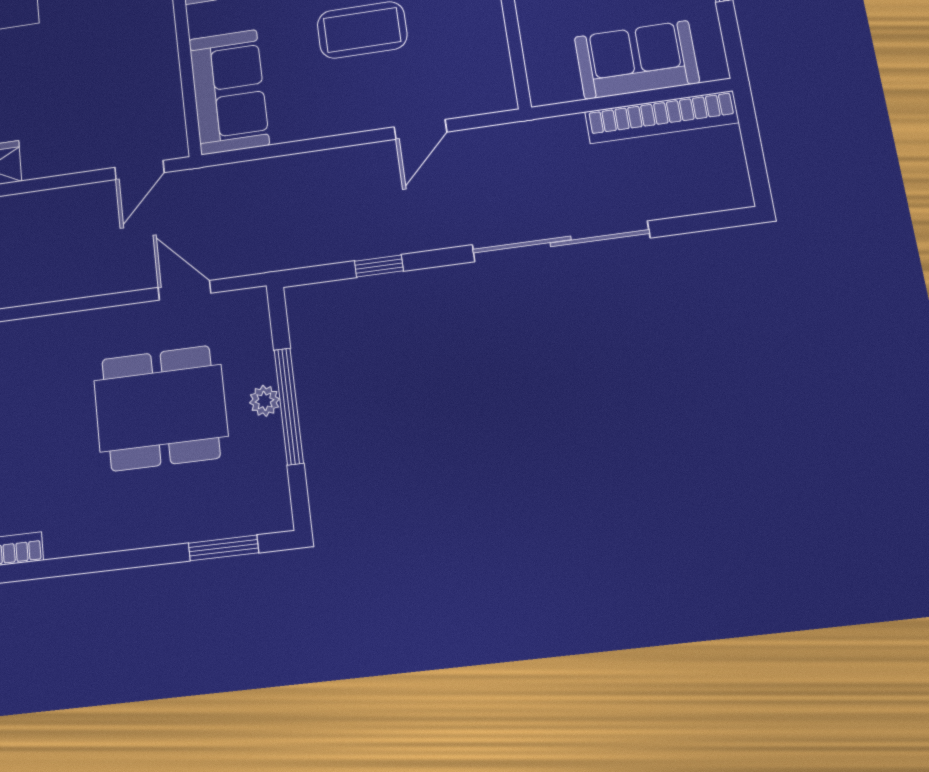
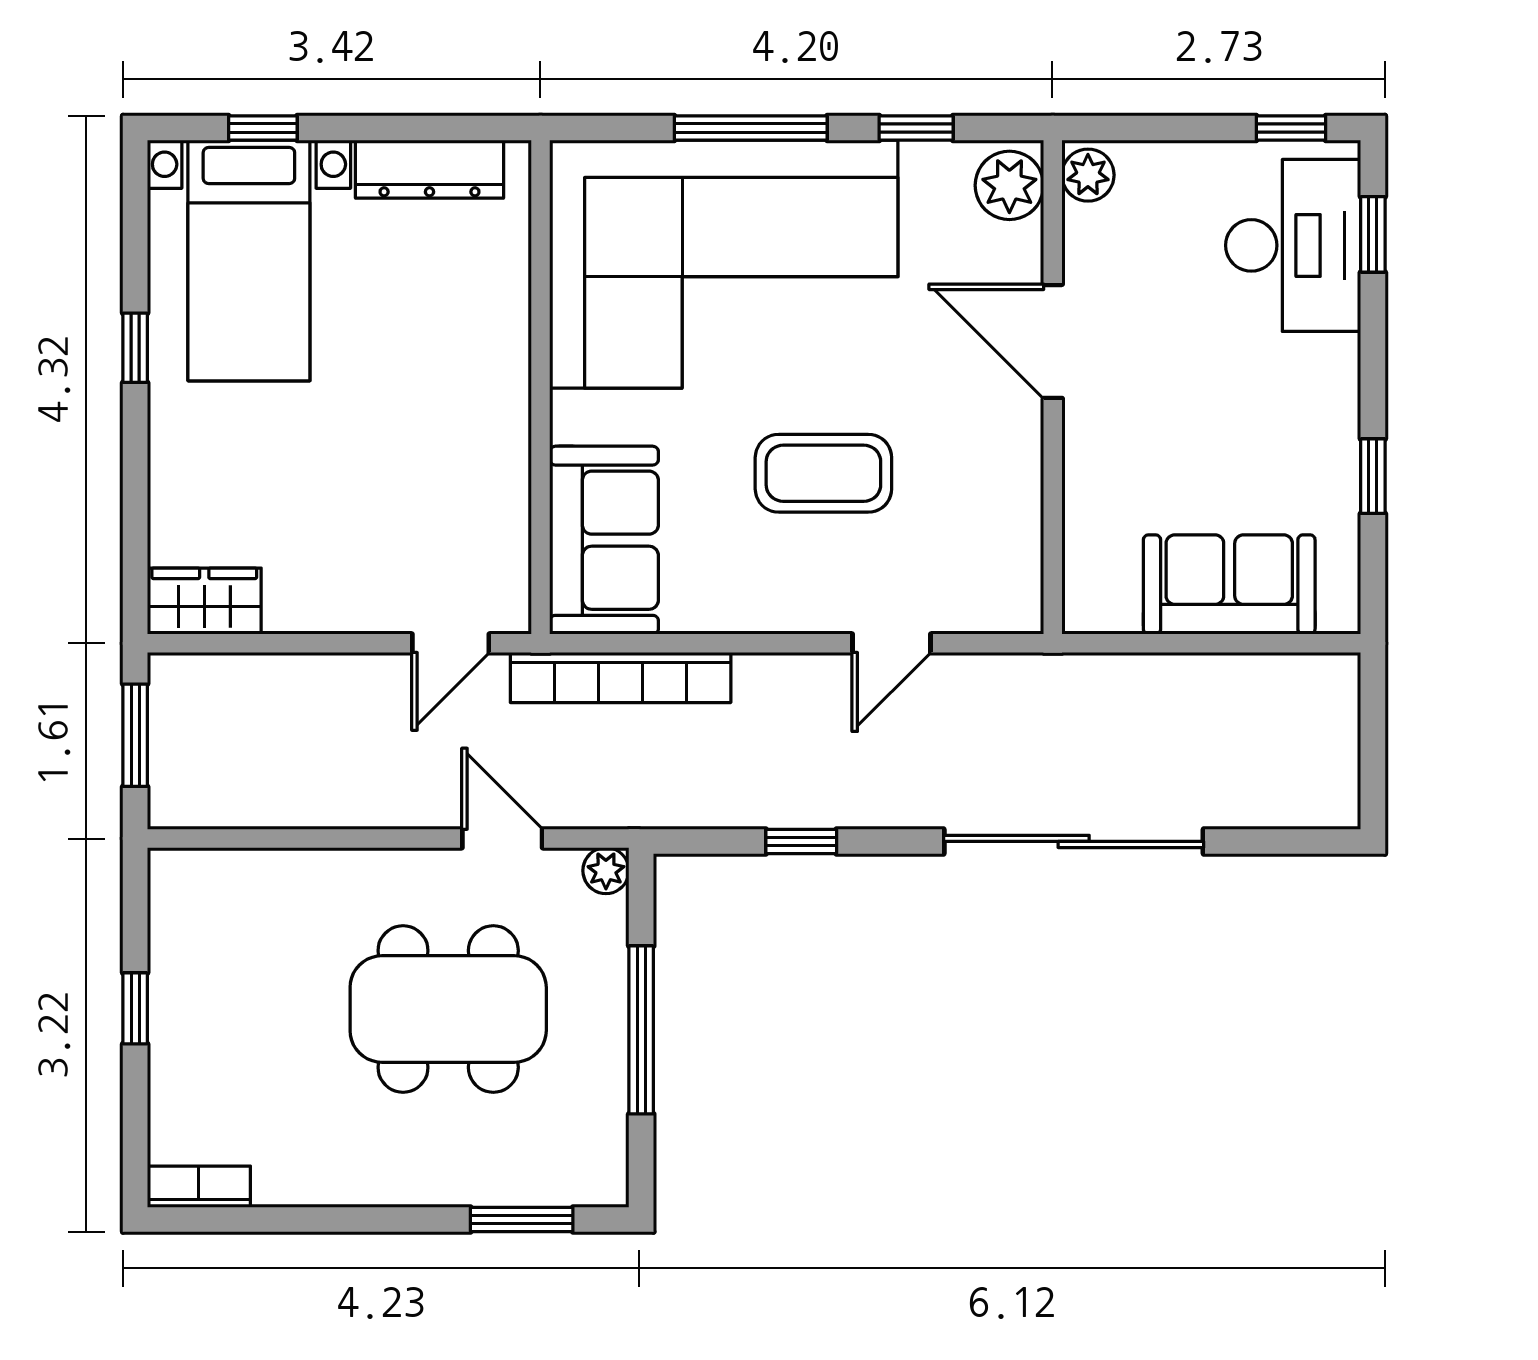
bookcase: (661, 117) -> (621, 677), moved
plant: (265, 401) -> (606, 871), moved

